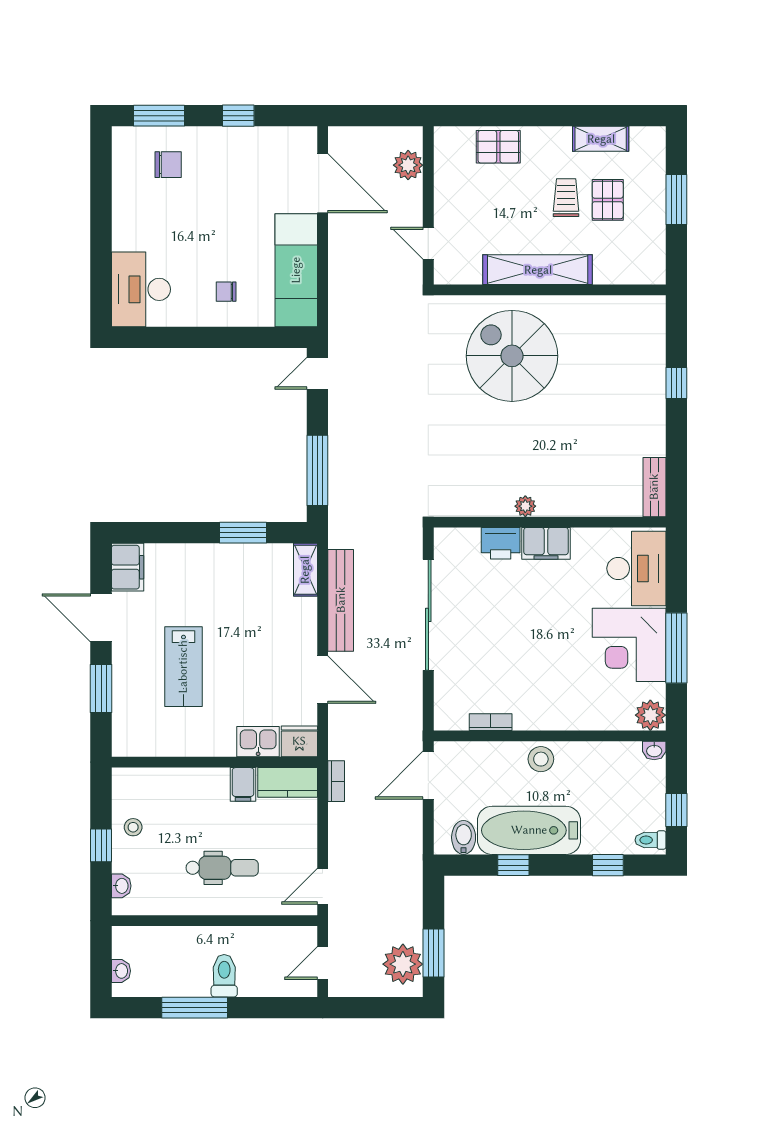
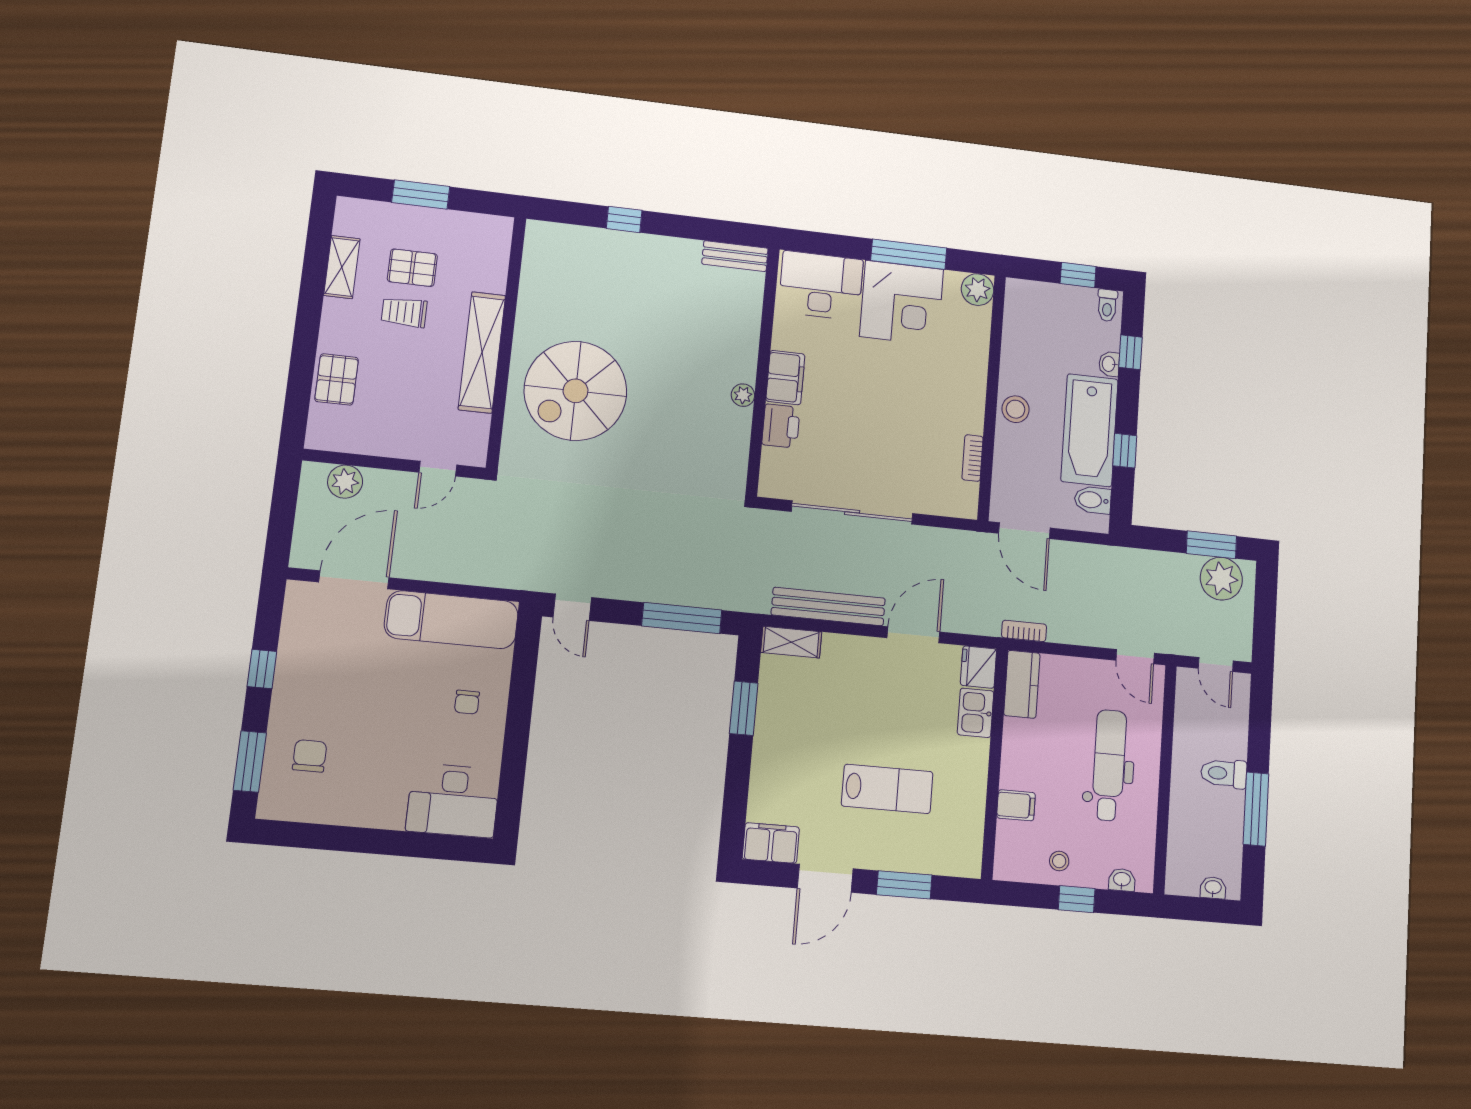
washbasin: (654, 750) -> (1109, 364), moved, turned 180
filing cabinet: (243, 784) -> (1016, 805), moved
dental chair: (222, 868) -> (1109, 765), width x1.36, depth x1.38

